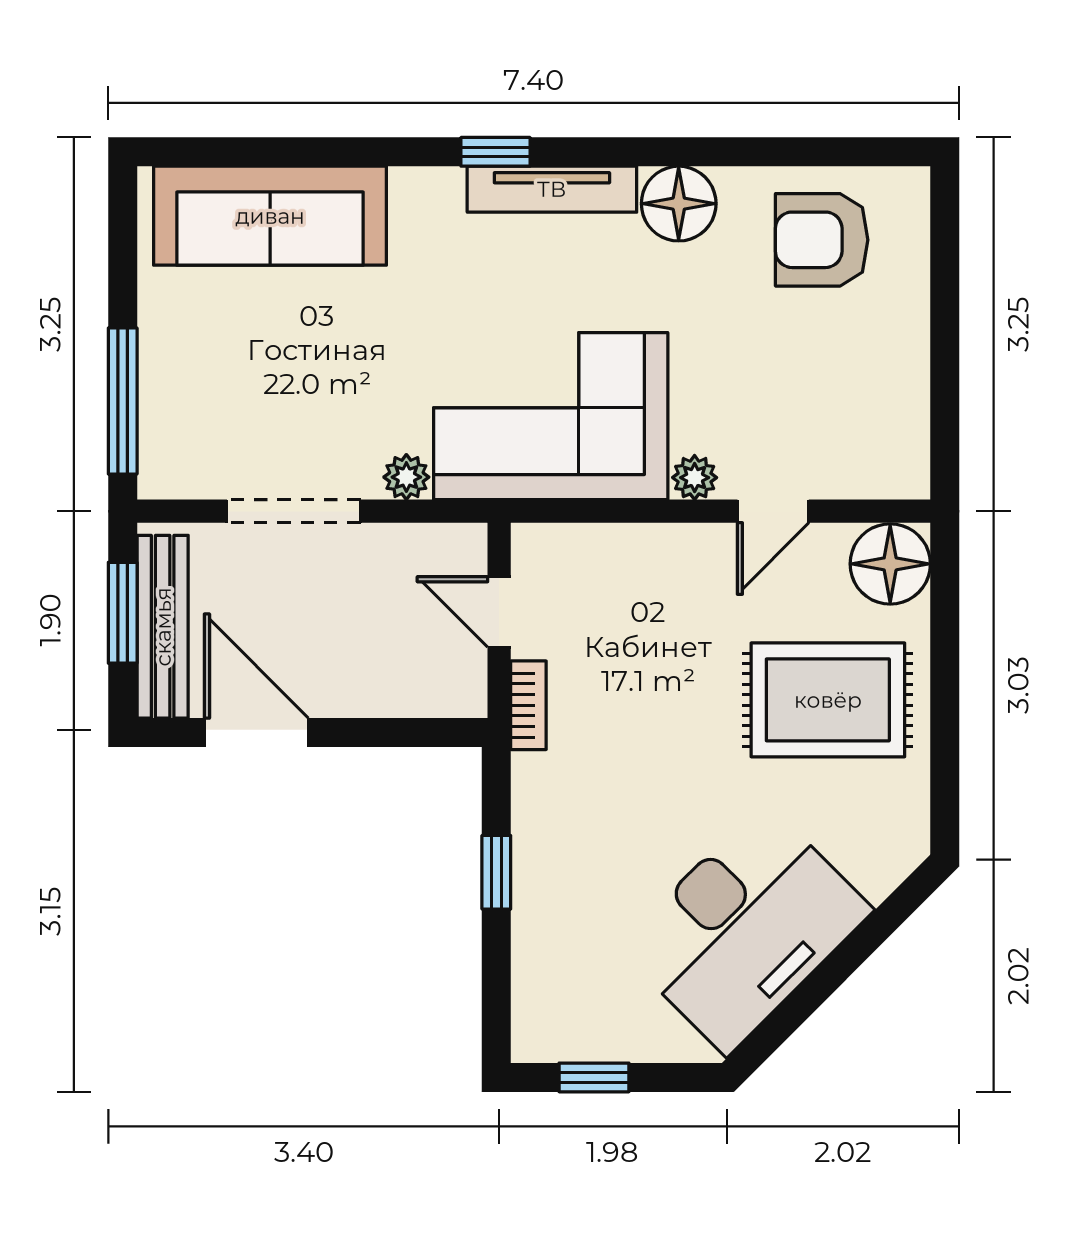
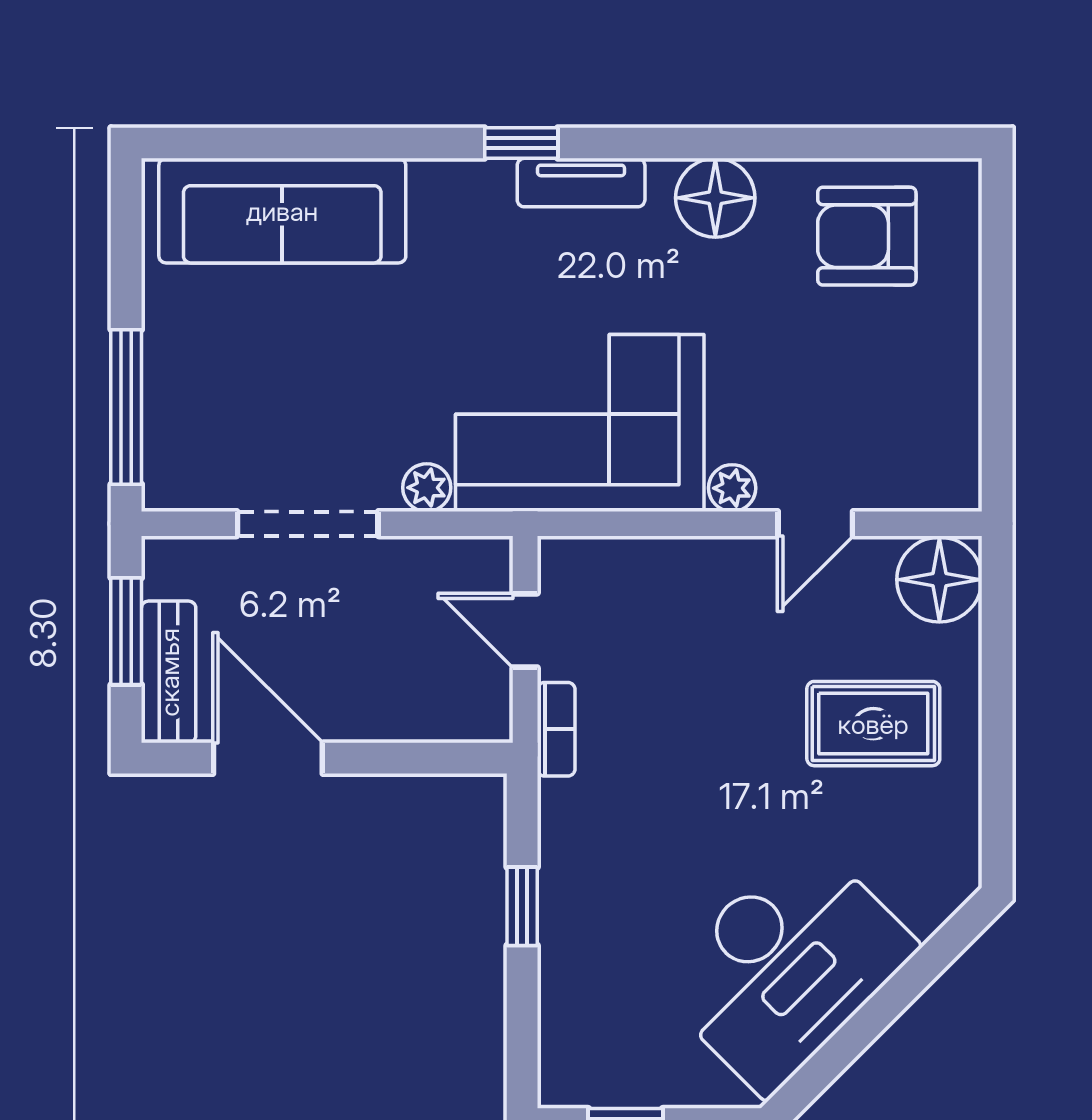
tv unit: (552, 189) -> (581, 183), width x0.71
bench: (163, 627) -> (169, 672), width x0.73
rug: (828, 700) -> (873, 724), width x0.73, depth x0.70

